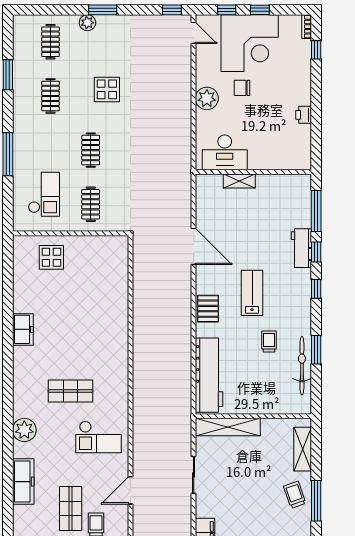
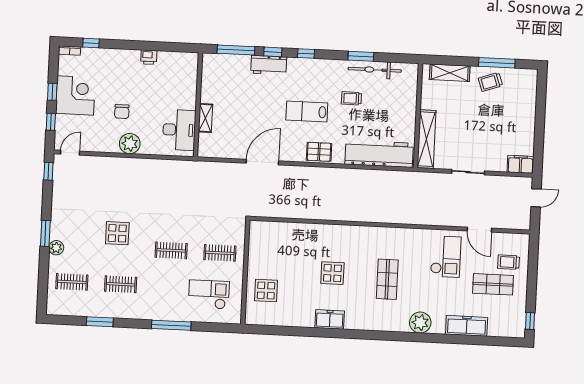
corner desk: (250, 43) -> (75, 95), width x0.74, depth x0.74
display table: (74, 330) -> (332, 273), added
checkout: (99, 437) -> (446, 257), moved

